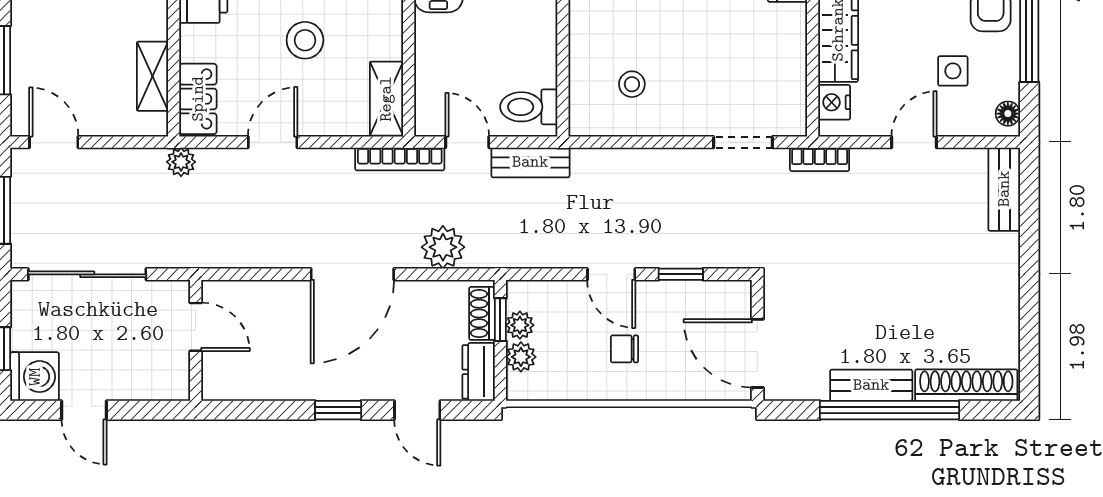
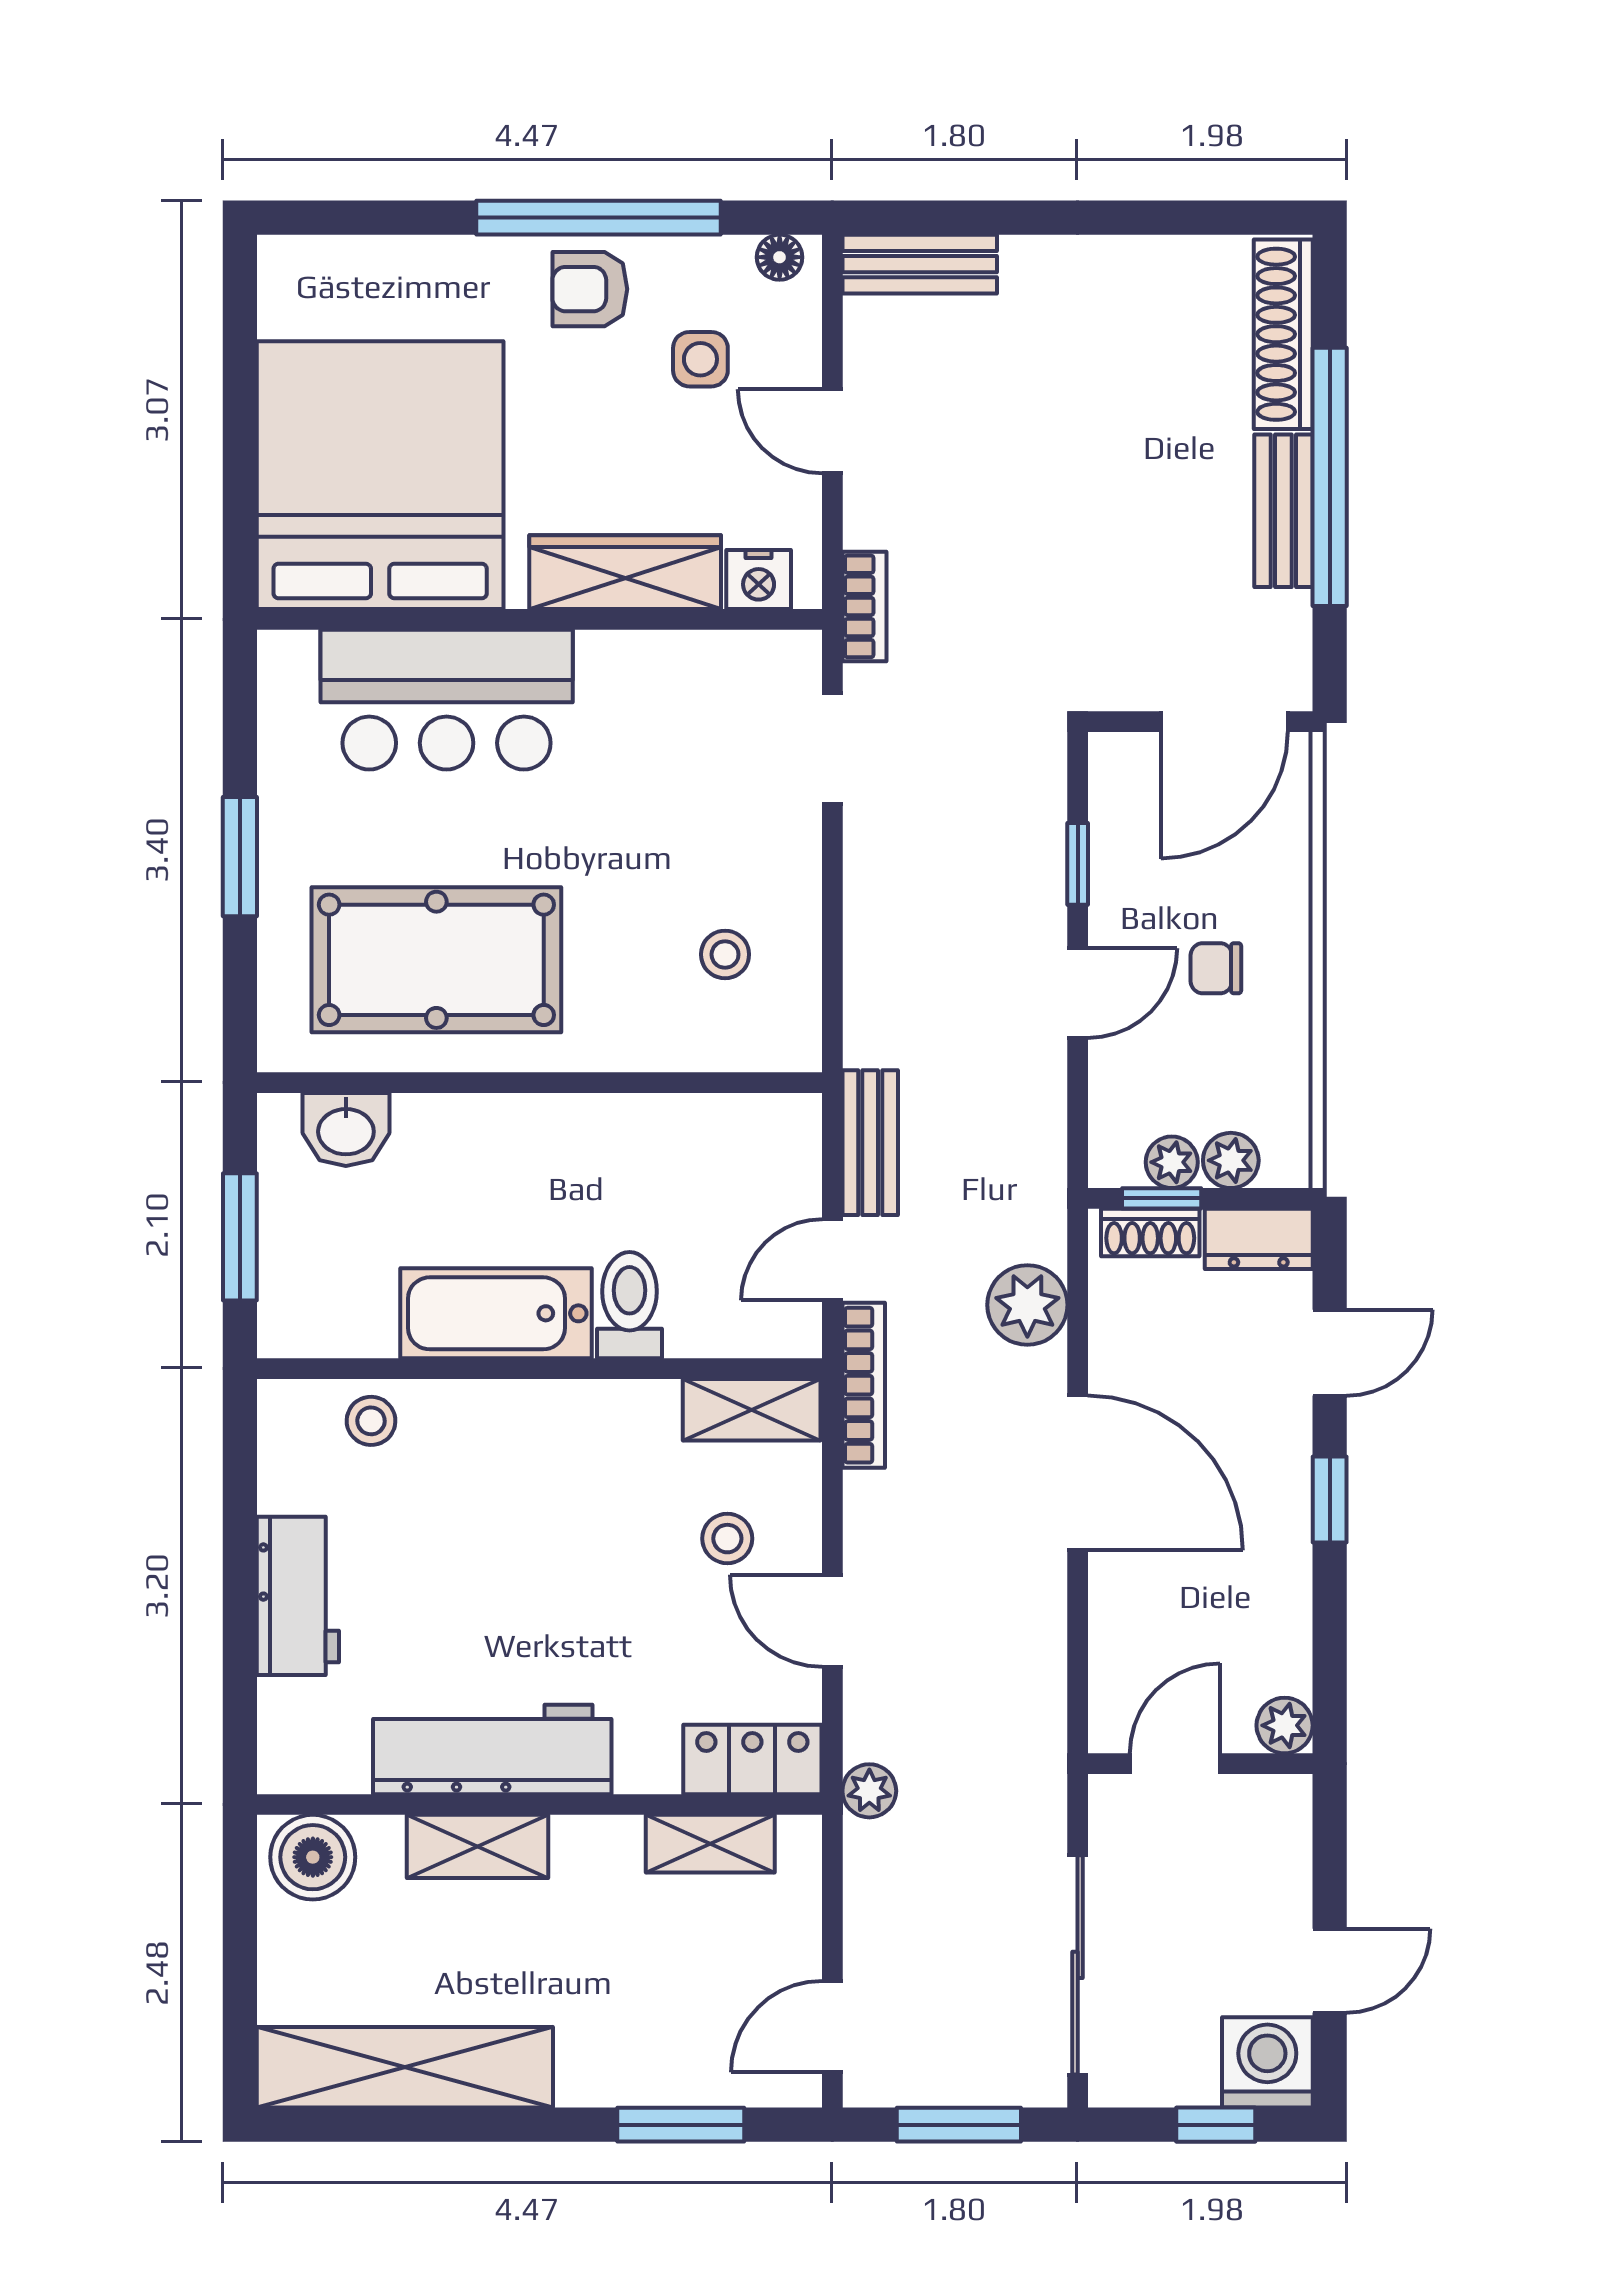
stool: (305, 40) -> (727, 1539), moved, width x0.73, depth x0.73
toilet: (529, 107) -> (630, 1305), moved, turned 180
chair: (624, 349) -> (1216, 968), turned 90
plant: (216, 386) -> (1285, 1725), added

